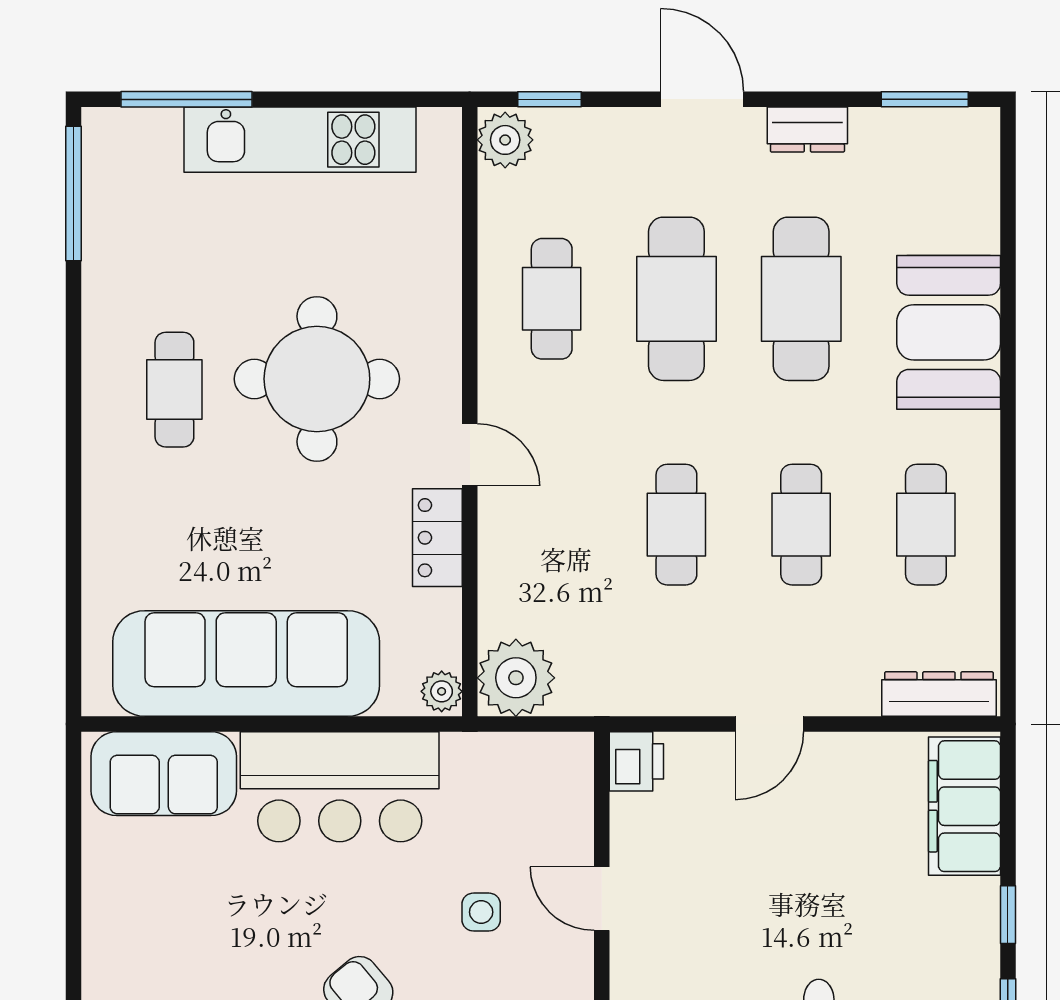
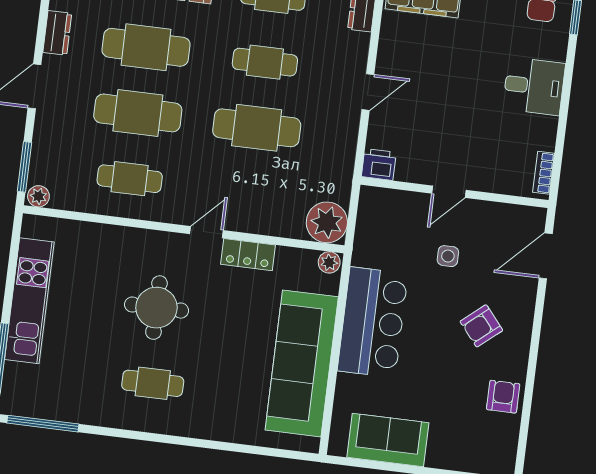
window: (549, 99) -> (24, 167), width x1.50
plant: (505, 140) -> (38, 196), width x0.73, depth x0.73
round table: (317, 379) -> (156, 308), width x0.73, depth x0.73
cafe table: (676, 525) -> (257, 128), width x1.37, depth x1.35
door: (769, 724) -> (368, 92), hinge flipped
sofa: (164, 774) -> (388, 440), moved, turned -90

